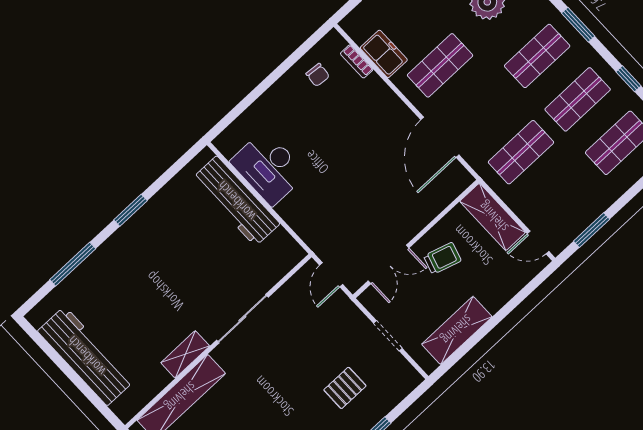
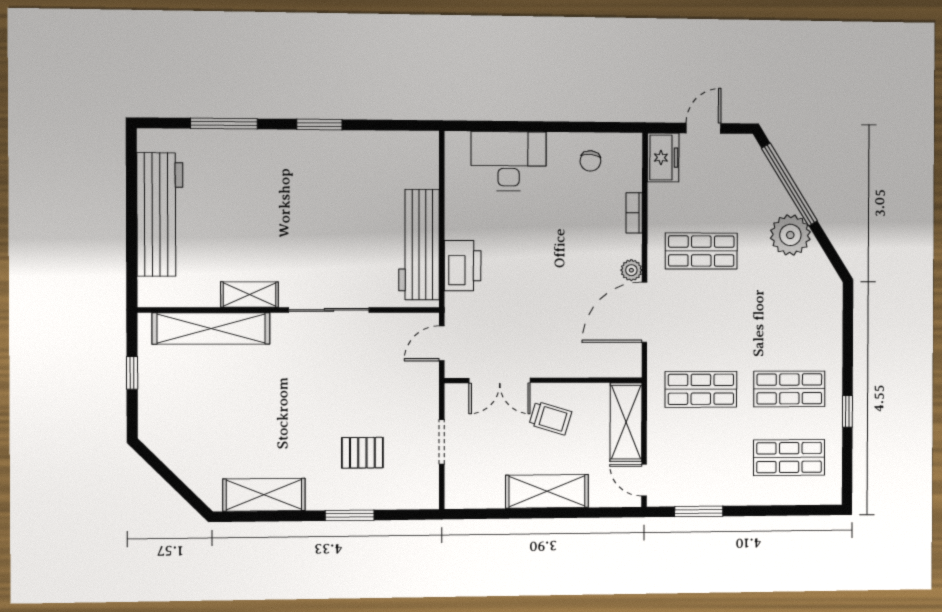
window: (578, 25) -> (848, 326), removed
freezer: (384, 54) -> (663, 158), moved
shop shelf: (537, 56) -> (790, 320), removed
bookcase: (357, 61) -> (634, 213), moved
plant: (407, 119) -> (631, 270), added
desk: (269, 168) -> (509, 161), moved, turned 90
workbench: (236, 201) -> (419, 245), moved
printer: (299, 215) -> (463, 266), added
shelving: (457, 330) -> (547, 491), moved

